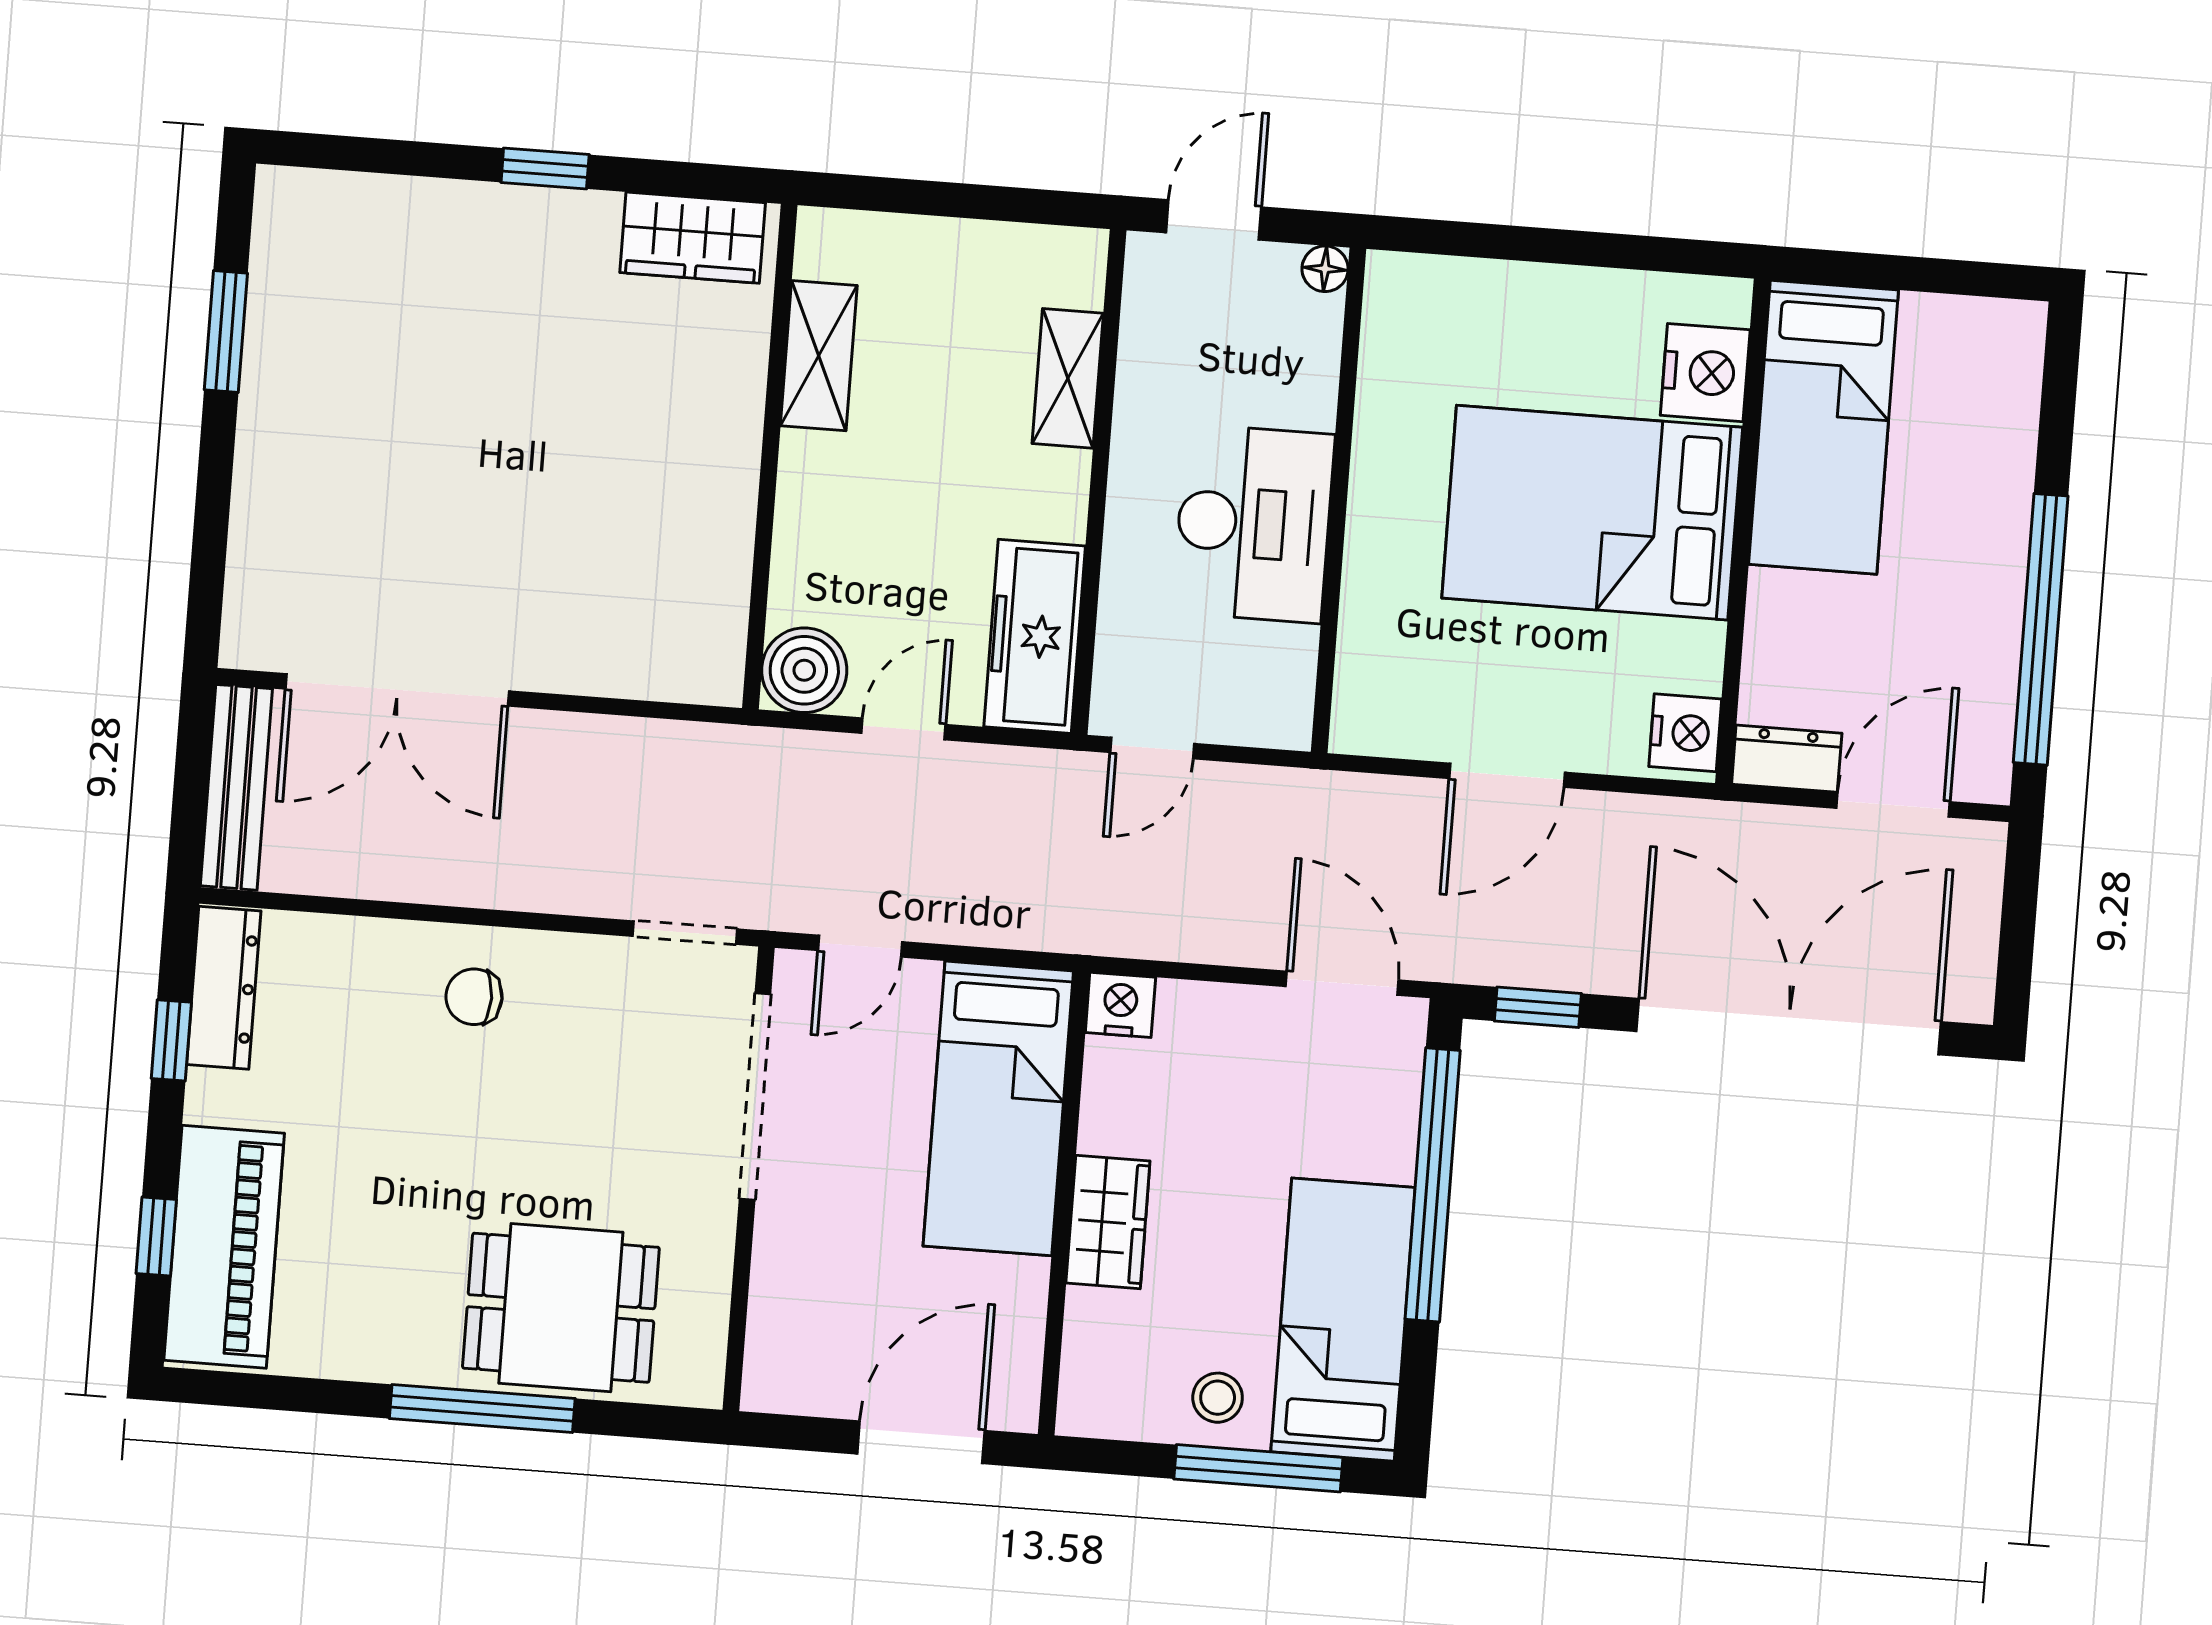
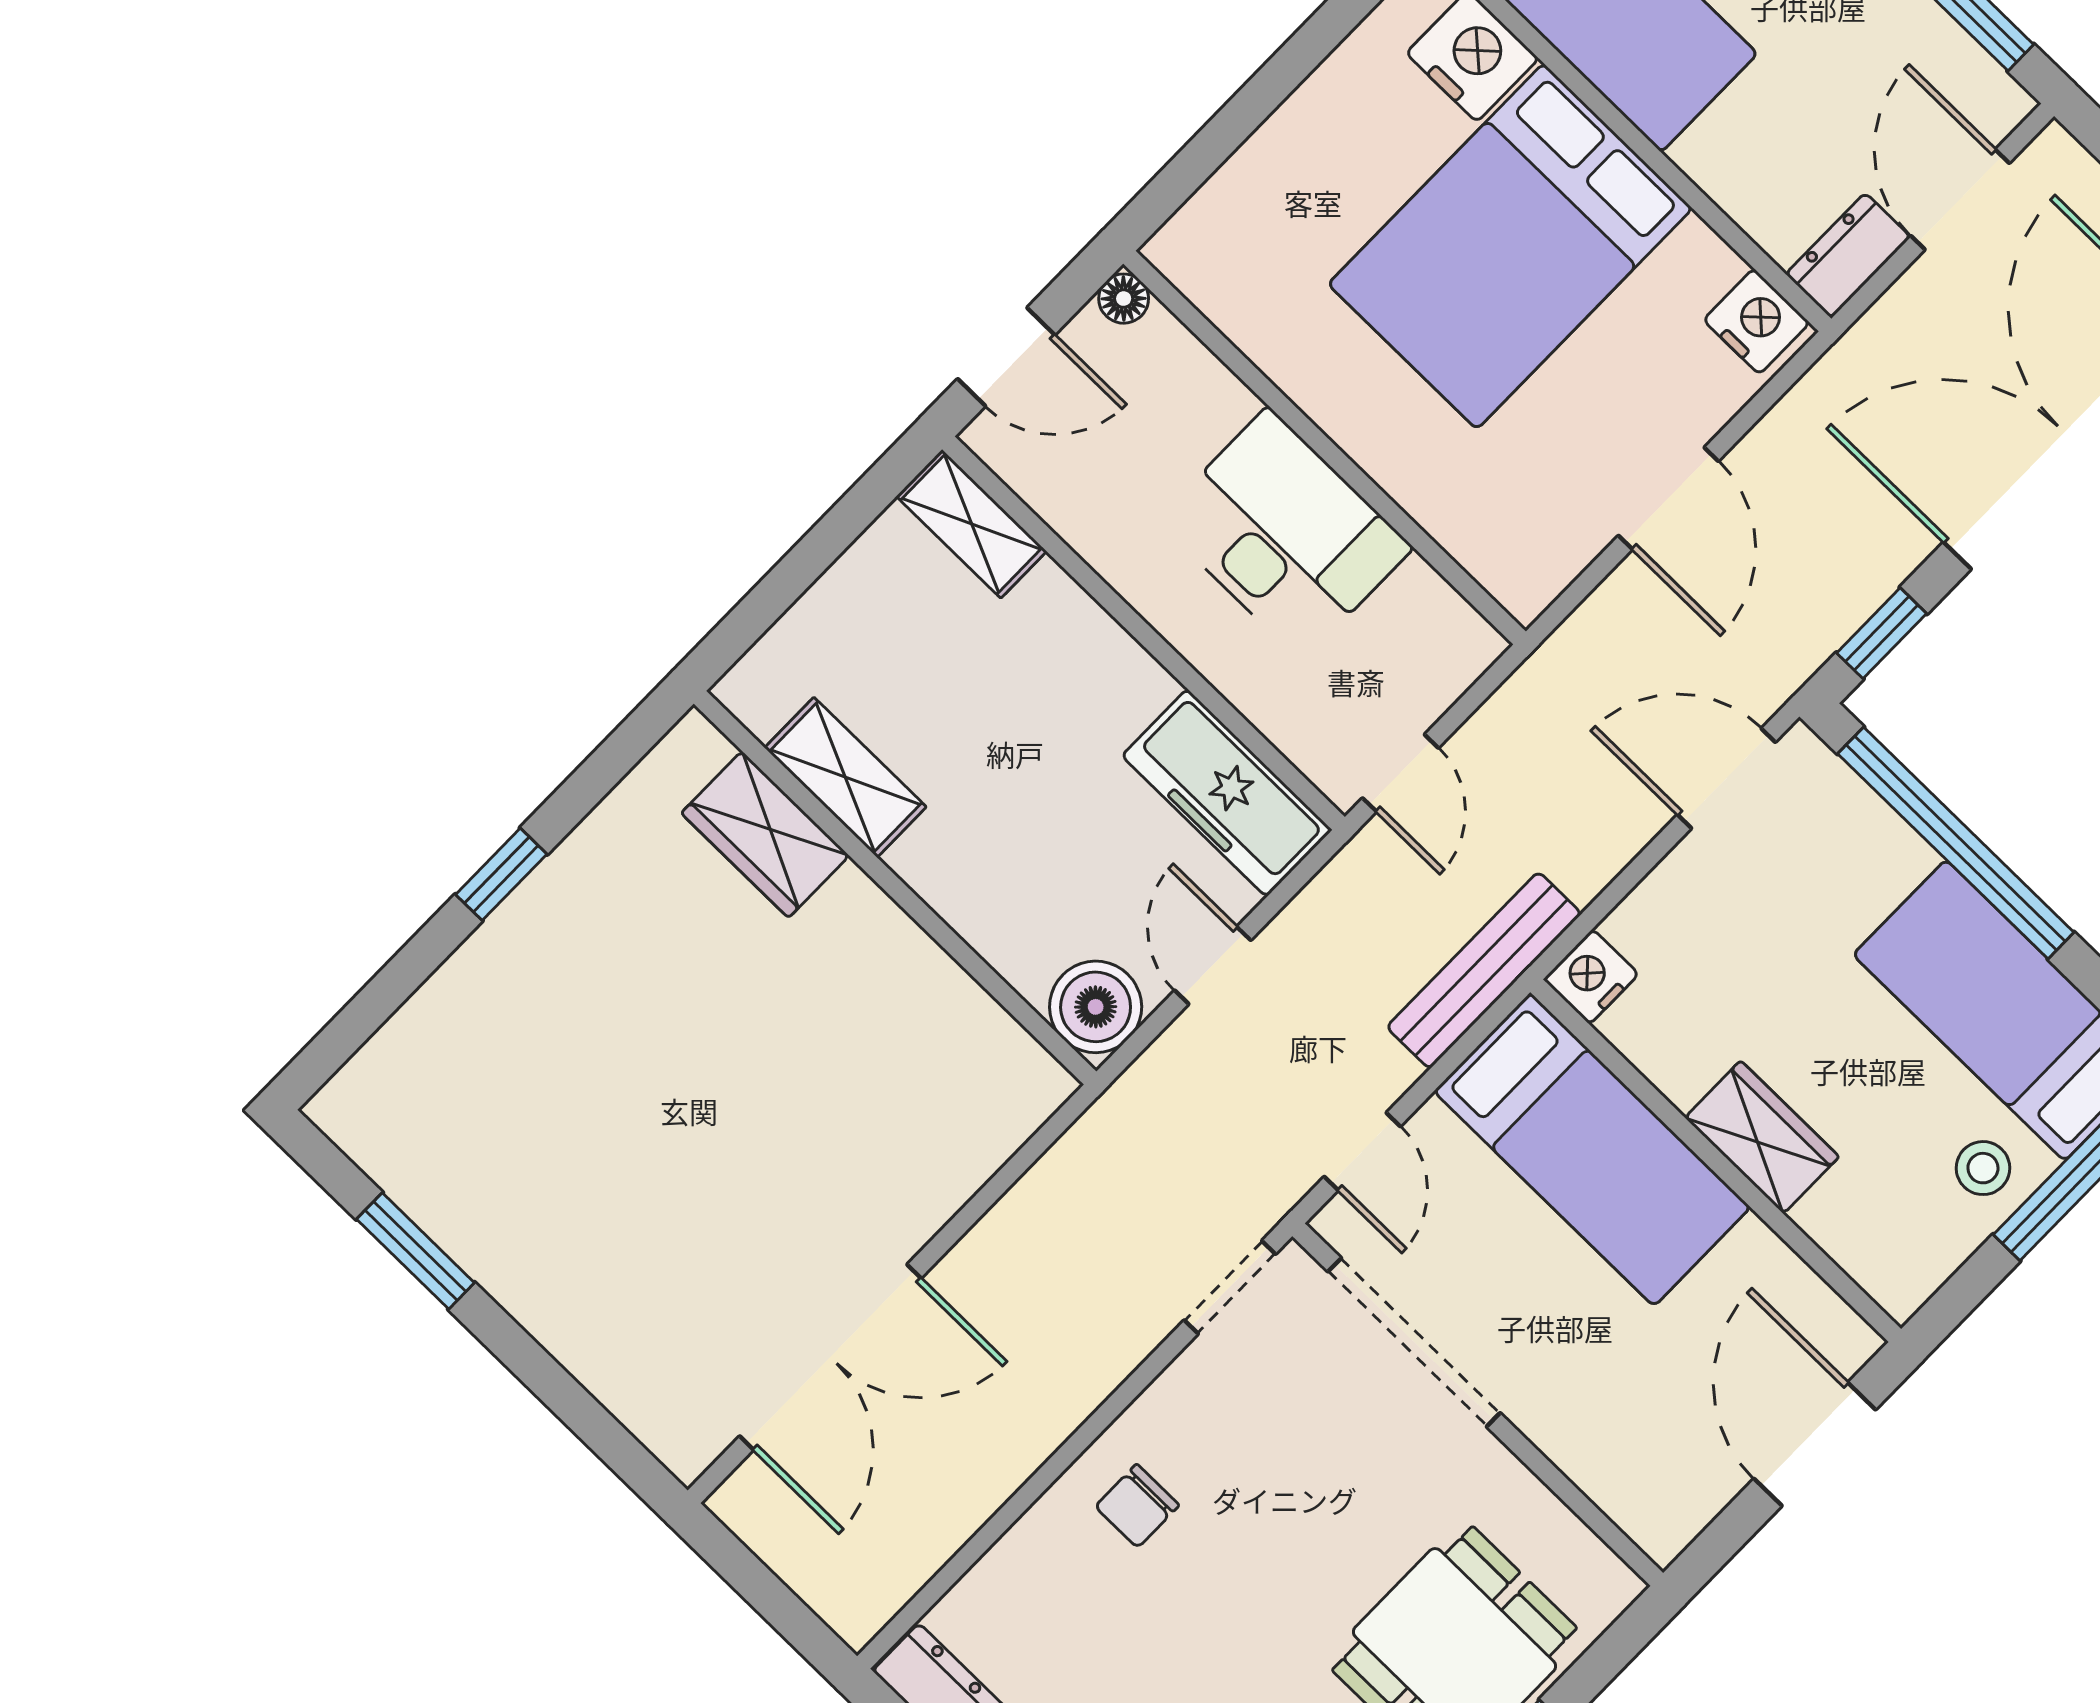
door: (1214, 220) -> (1006, 357), swing flipped
wardrobe: (693, 238) -> (765, 834), moved, turned 90
shelving: (1068, 378) -> (971, 524), moved
bench: (236, 787) -> (1484, 970), moved, turned 90

